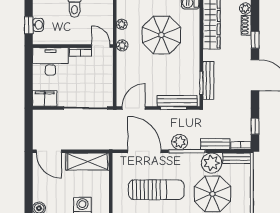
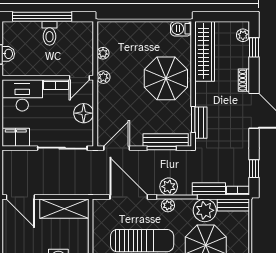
shoe rack: (246, 25) -> (244, 80), moved
parasol: (161, 35) -> (166, 78), moved
window: (255, 40) -> (254, 47), moved
door: (101, 46) -> (79, 78), swing flipped
floor lamp: (105, 77) -> (84, 113), added
bench: (208, 80) -> (201, 123), width x0.73
plant: (179, 159) -> (168, 205), added

